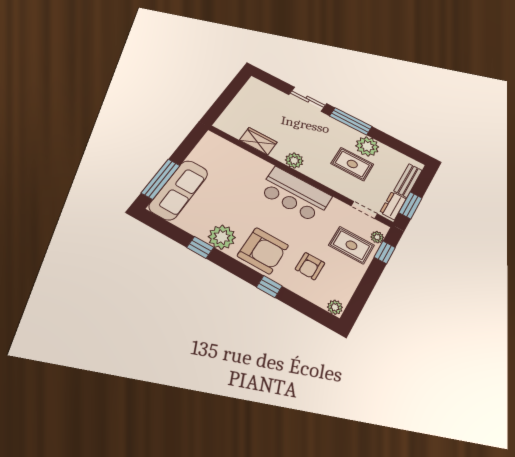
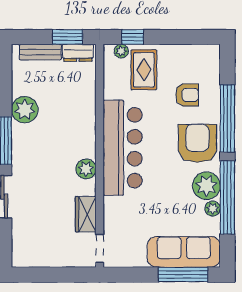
rug: (352, 164) -> (55, 113), removed
bar counter: (295, 194) -> (123, 148), width x1.36
doorway: (364, 210) -> (100, 249), moved
window: (200, 247) -> (227, 198), width x3.17
window: (269, 287) -> (227, 118), width x3.17
plant: (335, 307) -> (213, 209), moved

